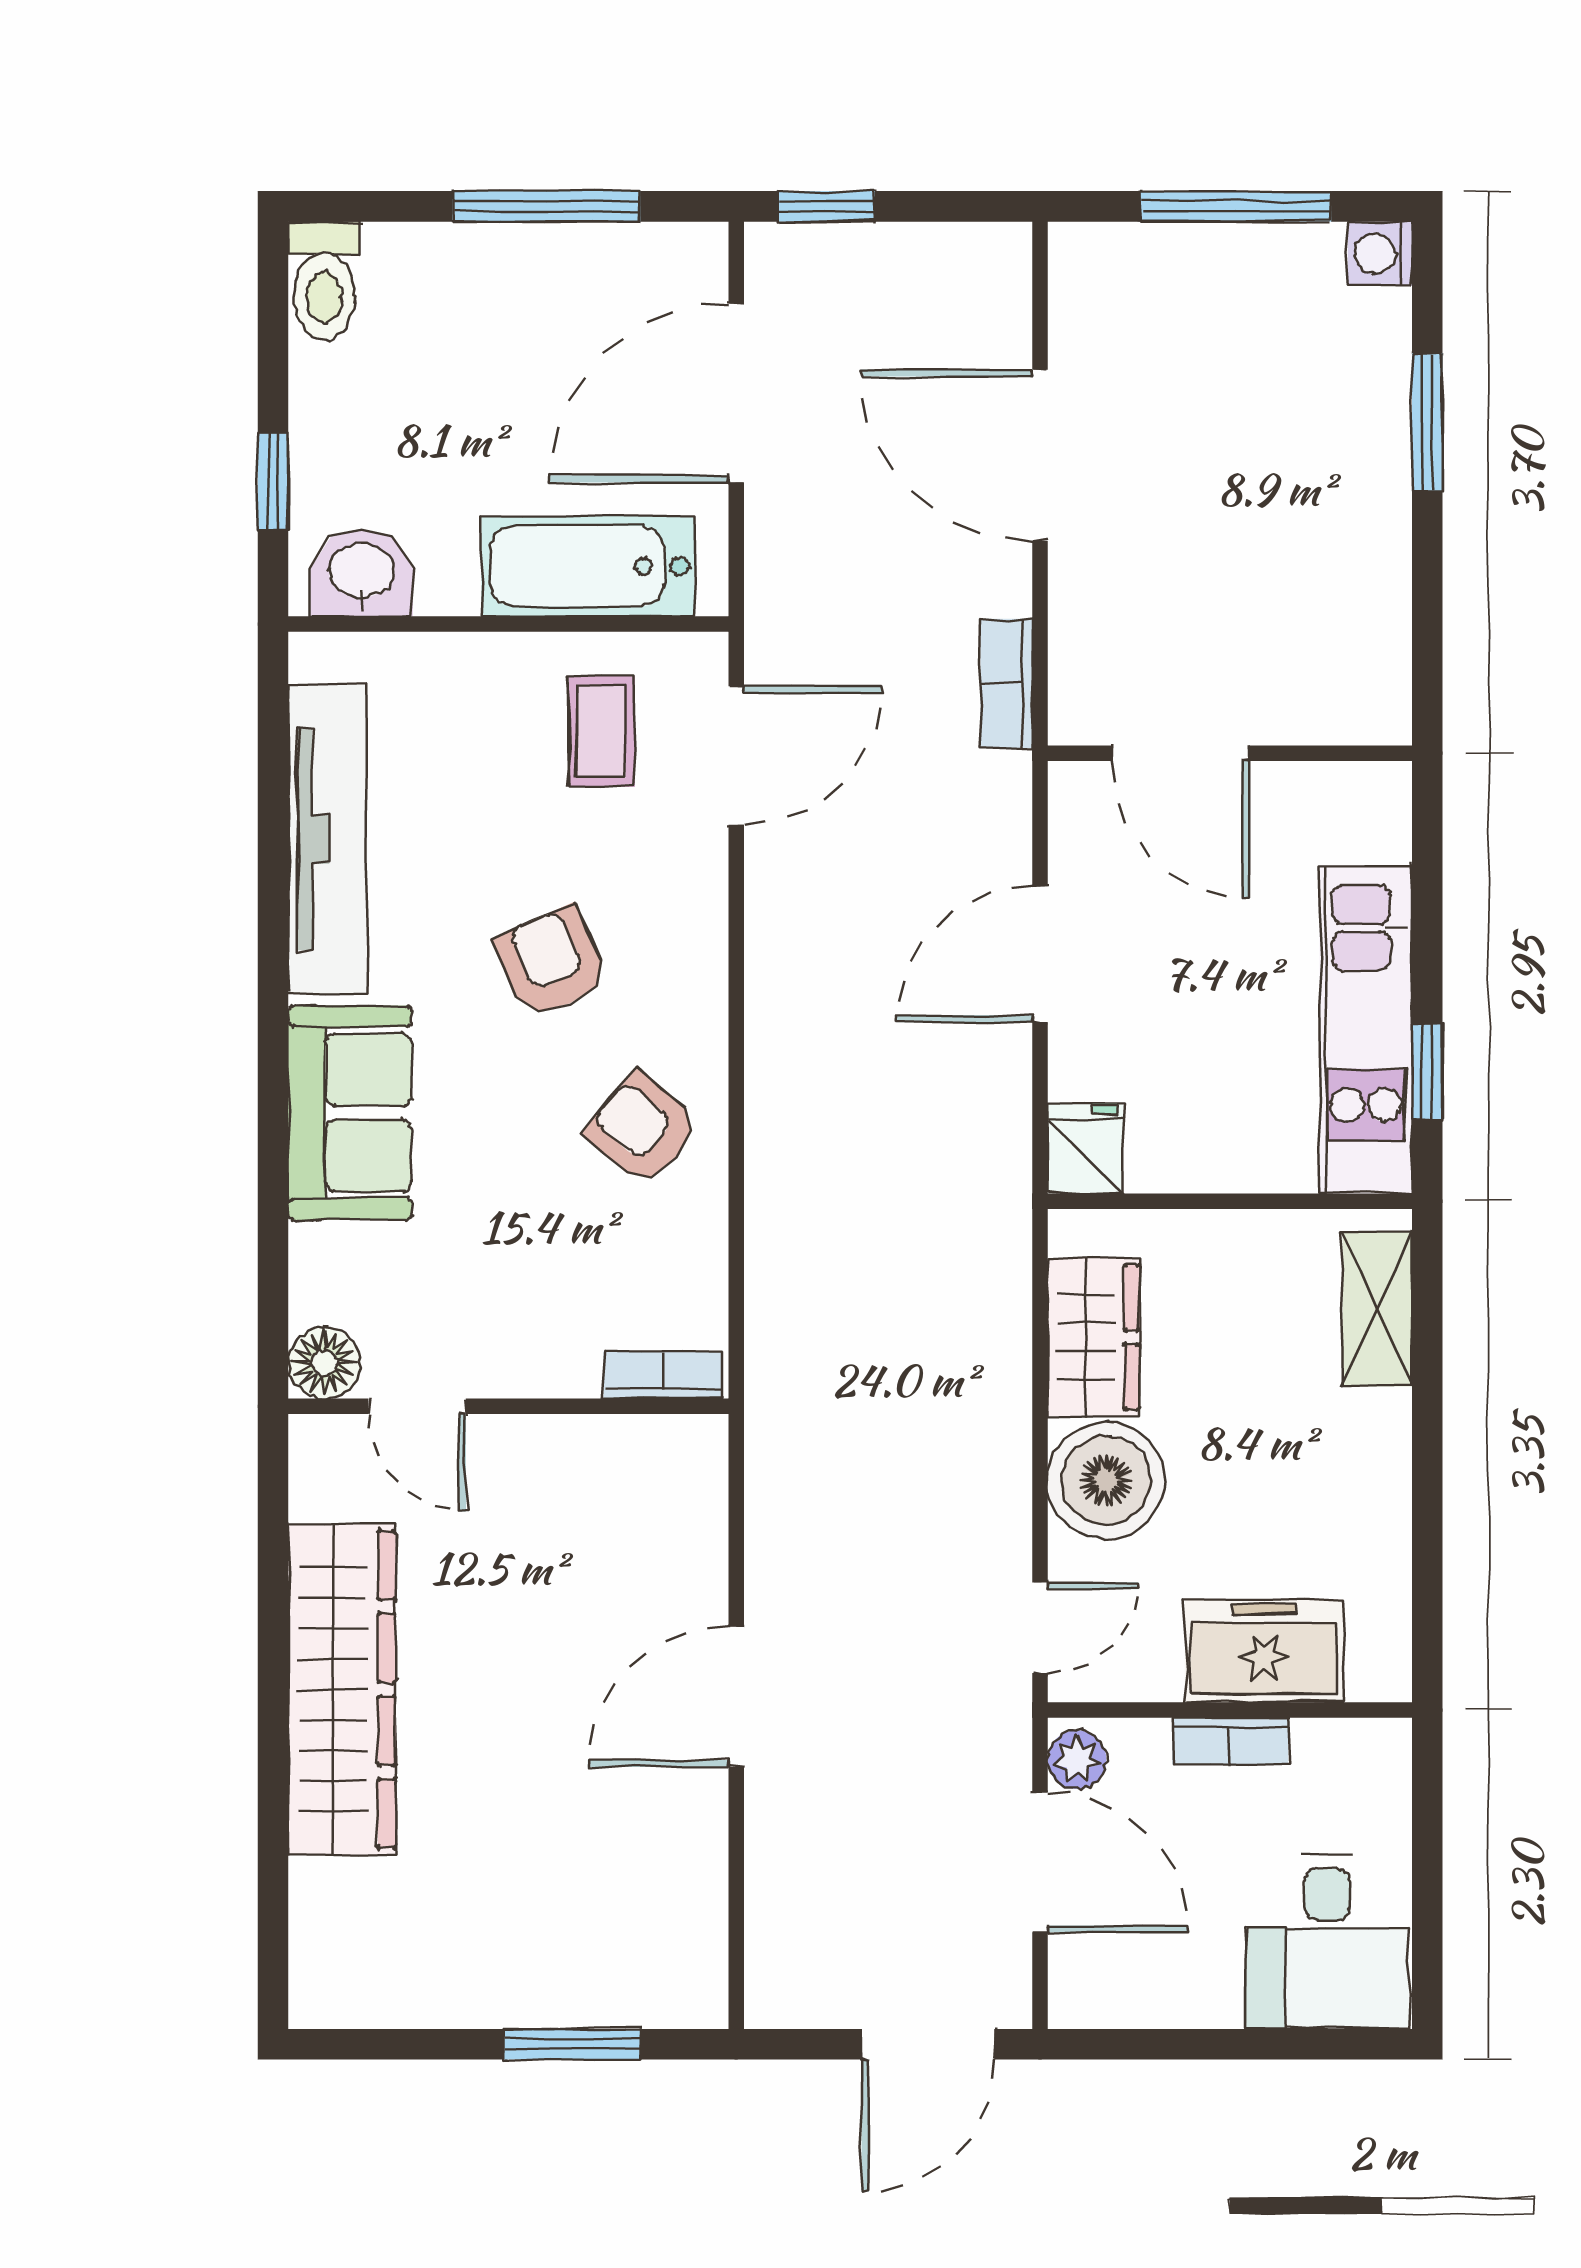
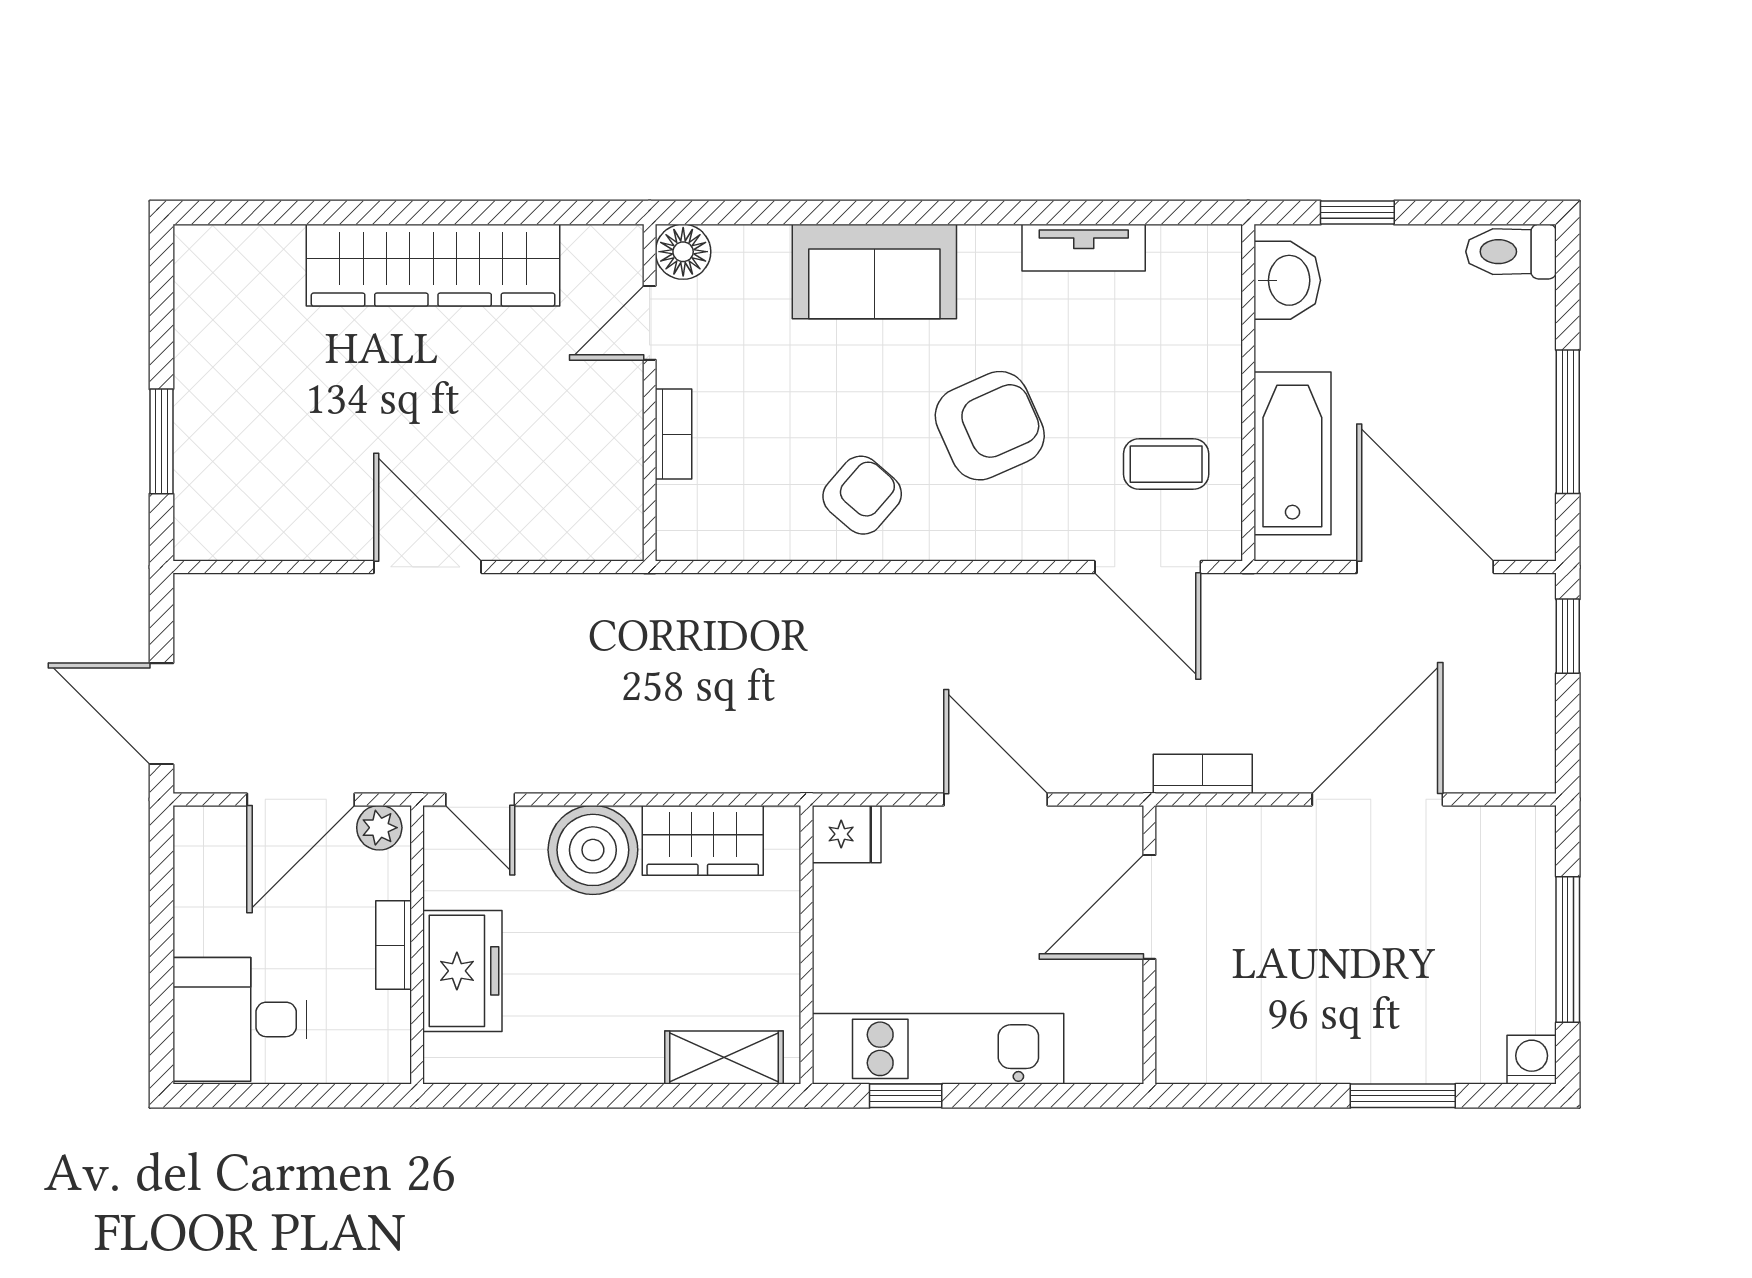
tv unit: (328, 839) -> (1084, 248), width x0.52, depth x0.78
armchair: (552, 962) -> (990, 426), width x1.38, depth x1.38
bookcase: (663, 1375) -> (674, 434), moved

